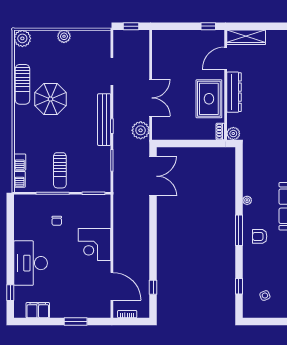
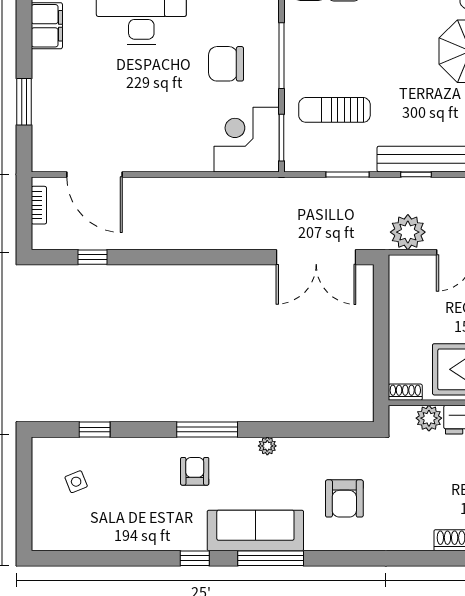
plant: (233, 134) -> (429, 418), moved
armchair: (273, 162) -> (344, 498), added
sun lounger: (60, 170) -> (334, 110), moved
chair: (57, 221) -> (226, 64), width x1.87, depth x1.87
corner desk: (94, 245) -> (247, 140), moved
door: (112, 286) -> (94, 174), hinge flipped

